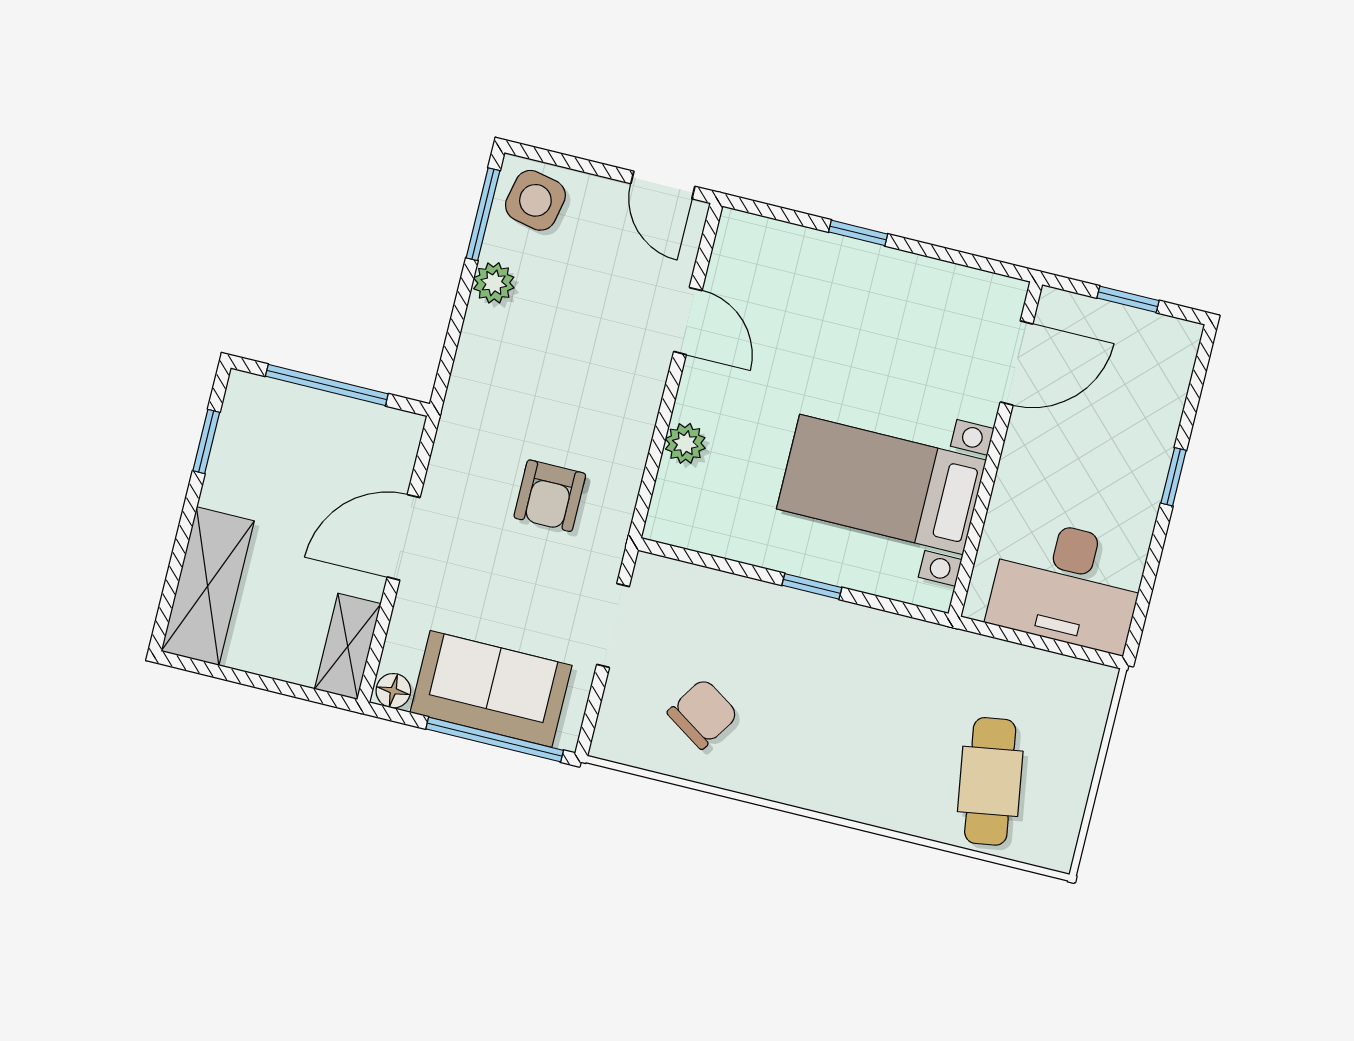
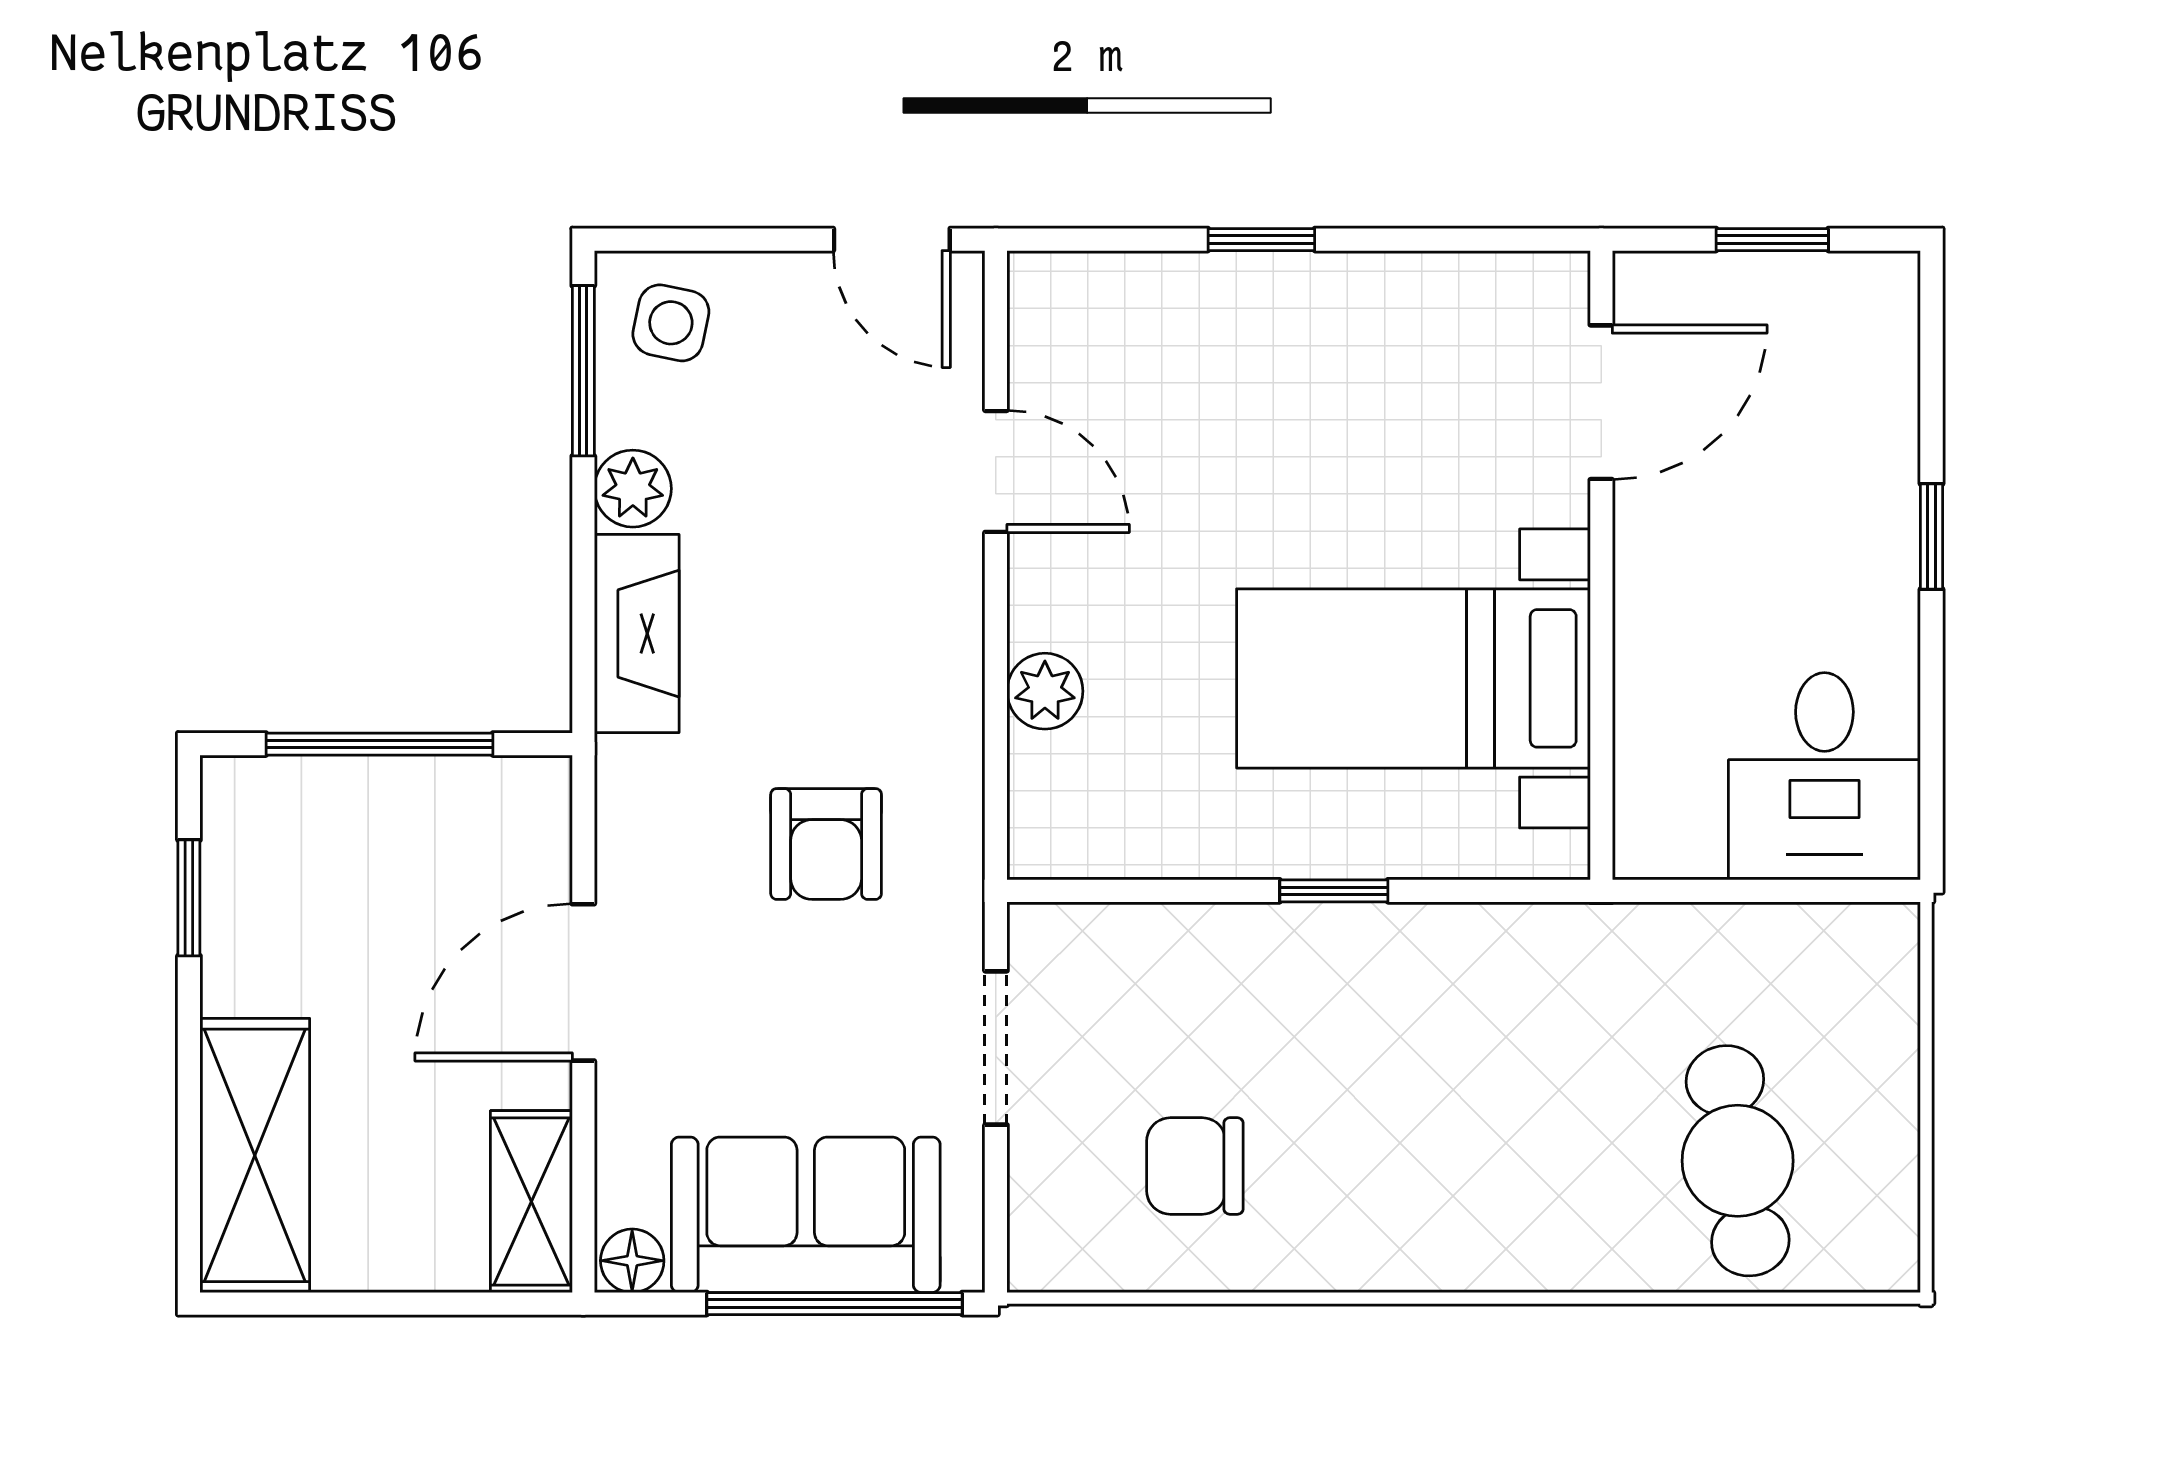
side table: (535, 200) -> (671, 323), width x0.73, depth x0.73
fireplace: (477, 360) -> (637, 634), added
desk: (1067, 585) -> (1824, 776), width x0.73
chair: (703, 714) -> (1195, 1166), turned -123

